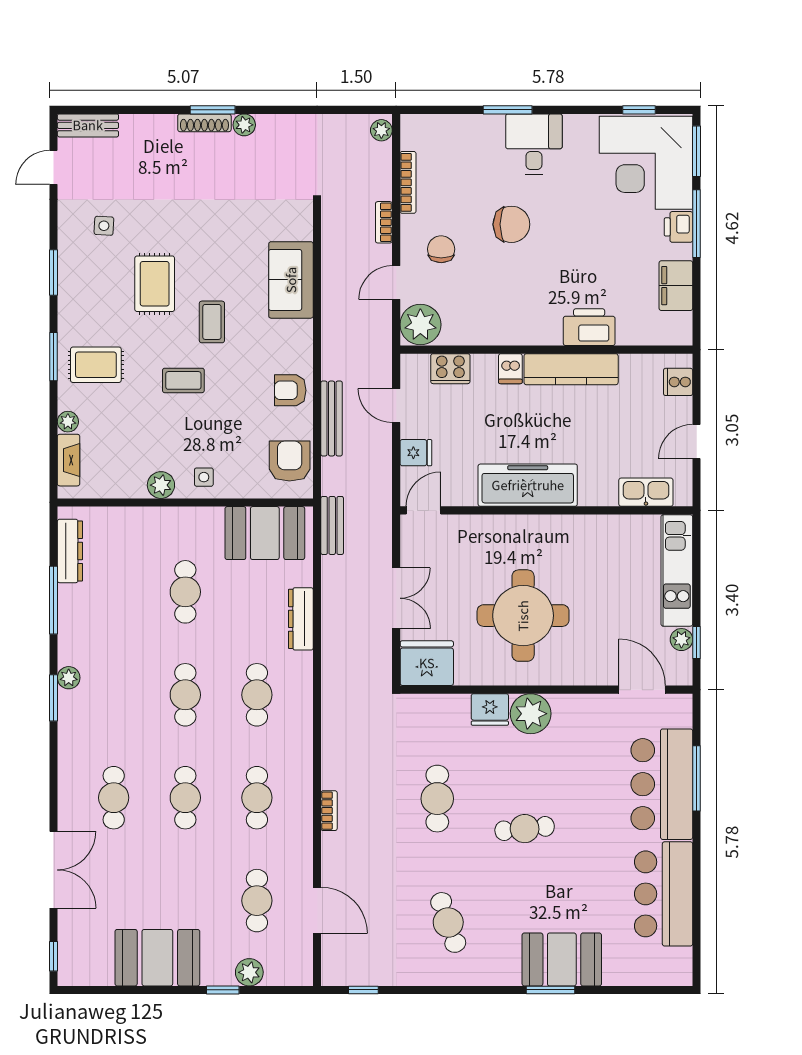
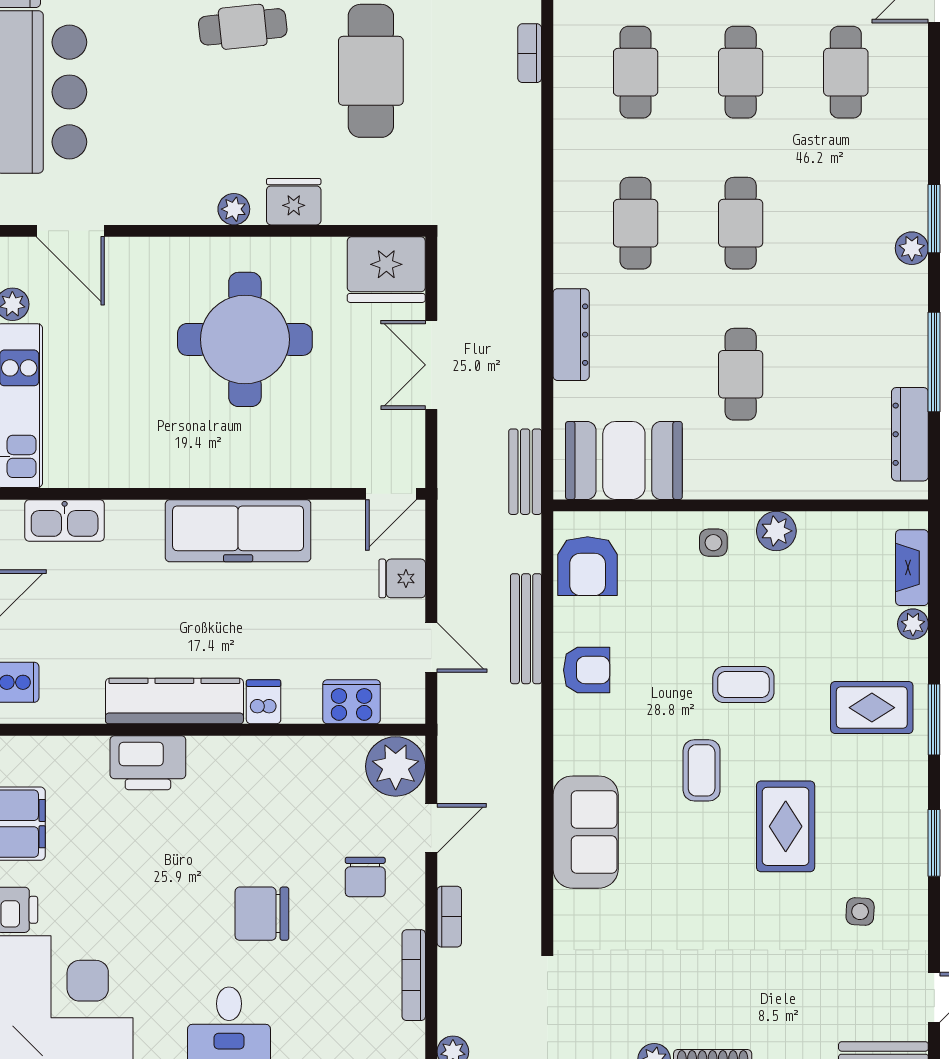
plant: (531, 714) -> (234, 209), width x0.53, depth x0.53
cafe table: (437, 799) -> (371, 71), width x1.37, depth x1.35

